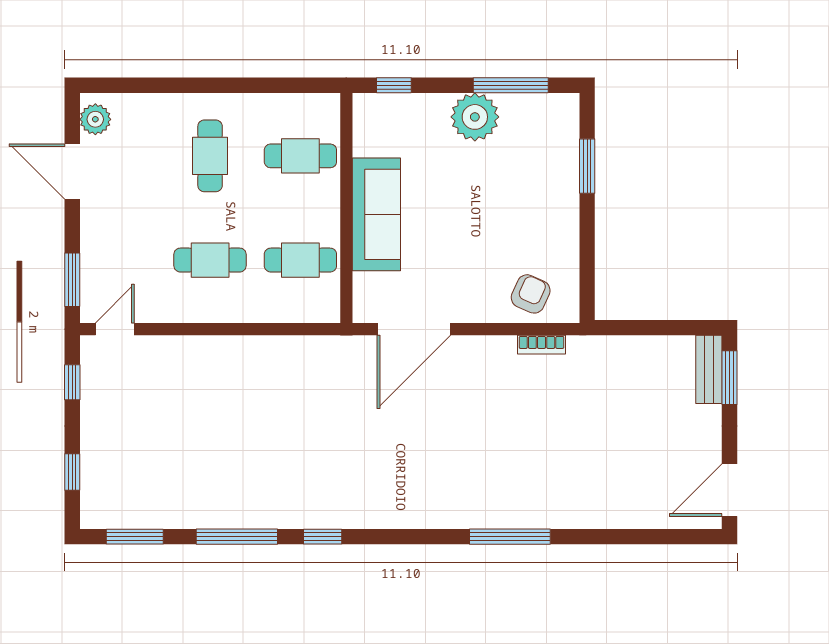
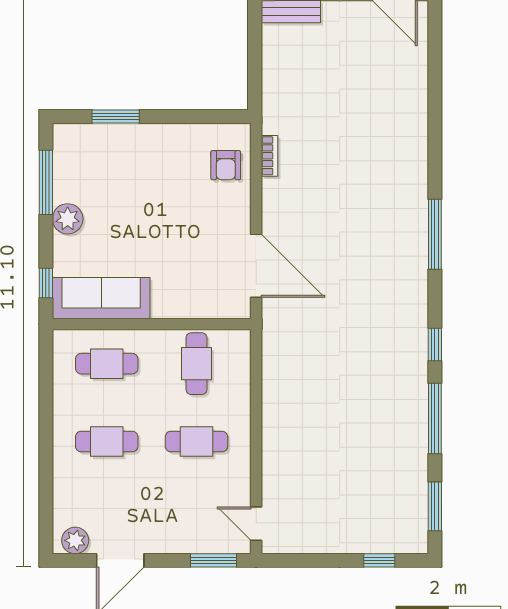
plant: (475, 117) -> (68, 219), width x0.73, depth x0.73
cafe table: (300, 156) -> (107, 364), turned 90
sofa: (376, 214) -> (101, 298), moved
cafe table: (210, 260) -> (196, 442), turned 90
armchair: (531, 294) -> (226, 165), turned -114
window: (72, 382) -> (302, 560), removed
window: (510, 537) -> (435, 234), moved

